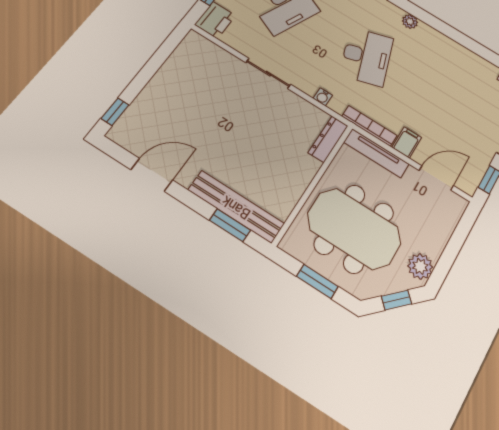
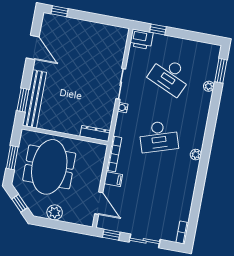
water cooler: (323, 97) -> (123, 108), moved
tv unit: (376, 153) -> (99, 164), removed
plant: (420, 266) -> (55, 212), moved

